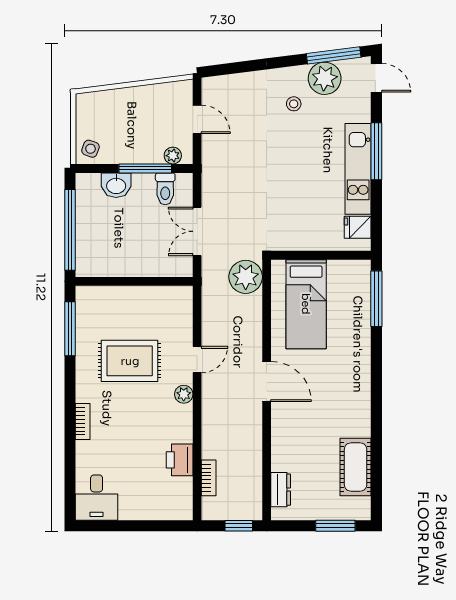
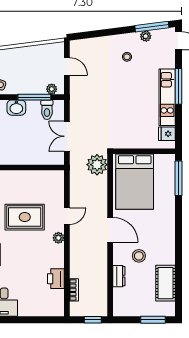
plant: (325, 78) -> (146, 36), width x0.53, depth x0.53
bed: (306, 304) -> (135, 182), width x1.50
stool: (313, 423) -> (139, 256), added
dresser: (281, 490) -> (119, 276), moved

